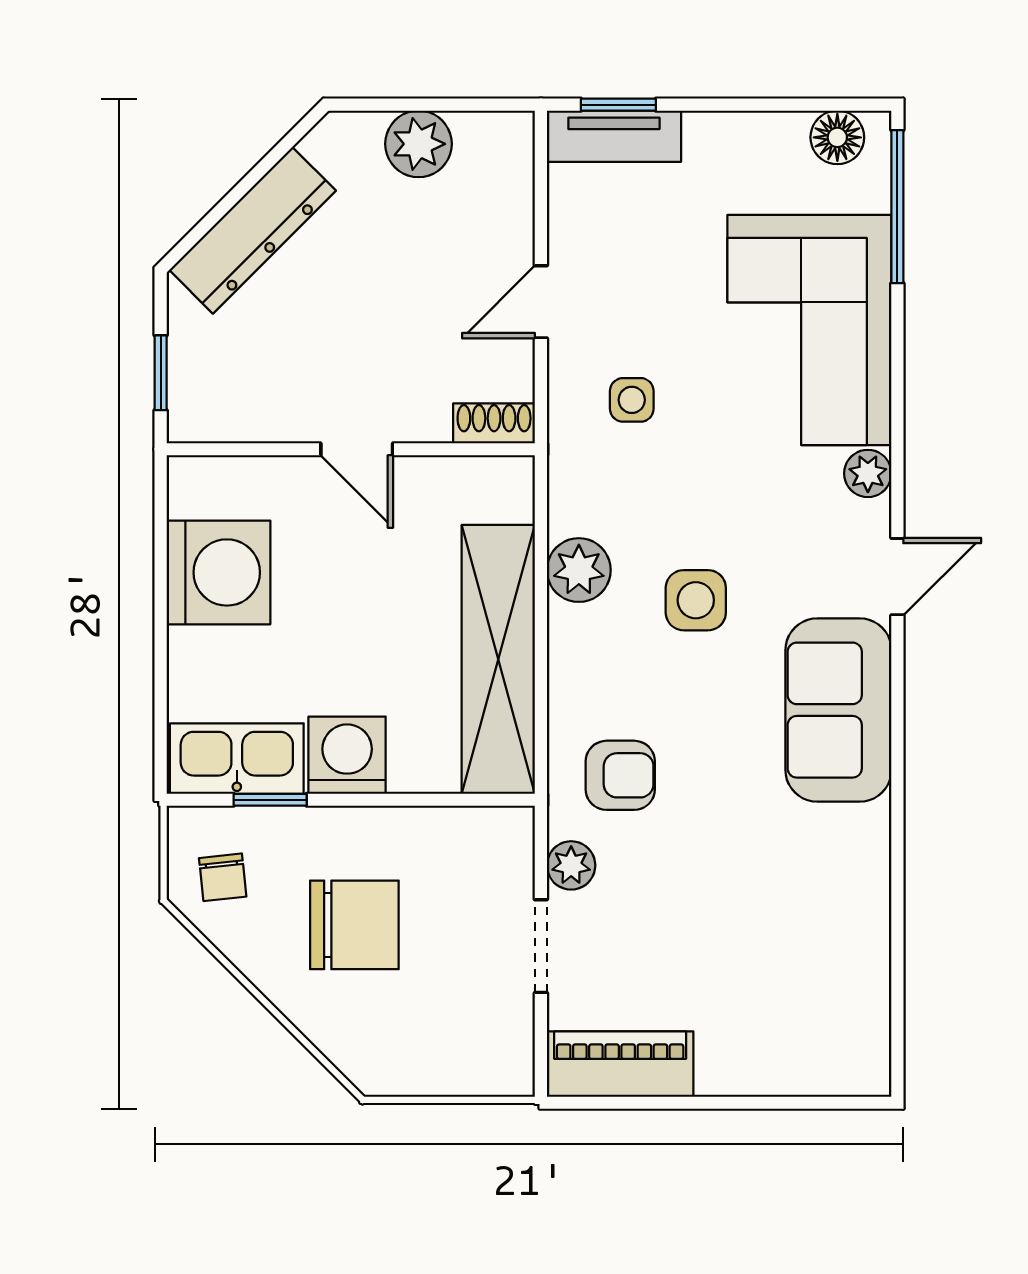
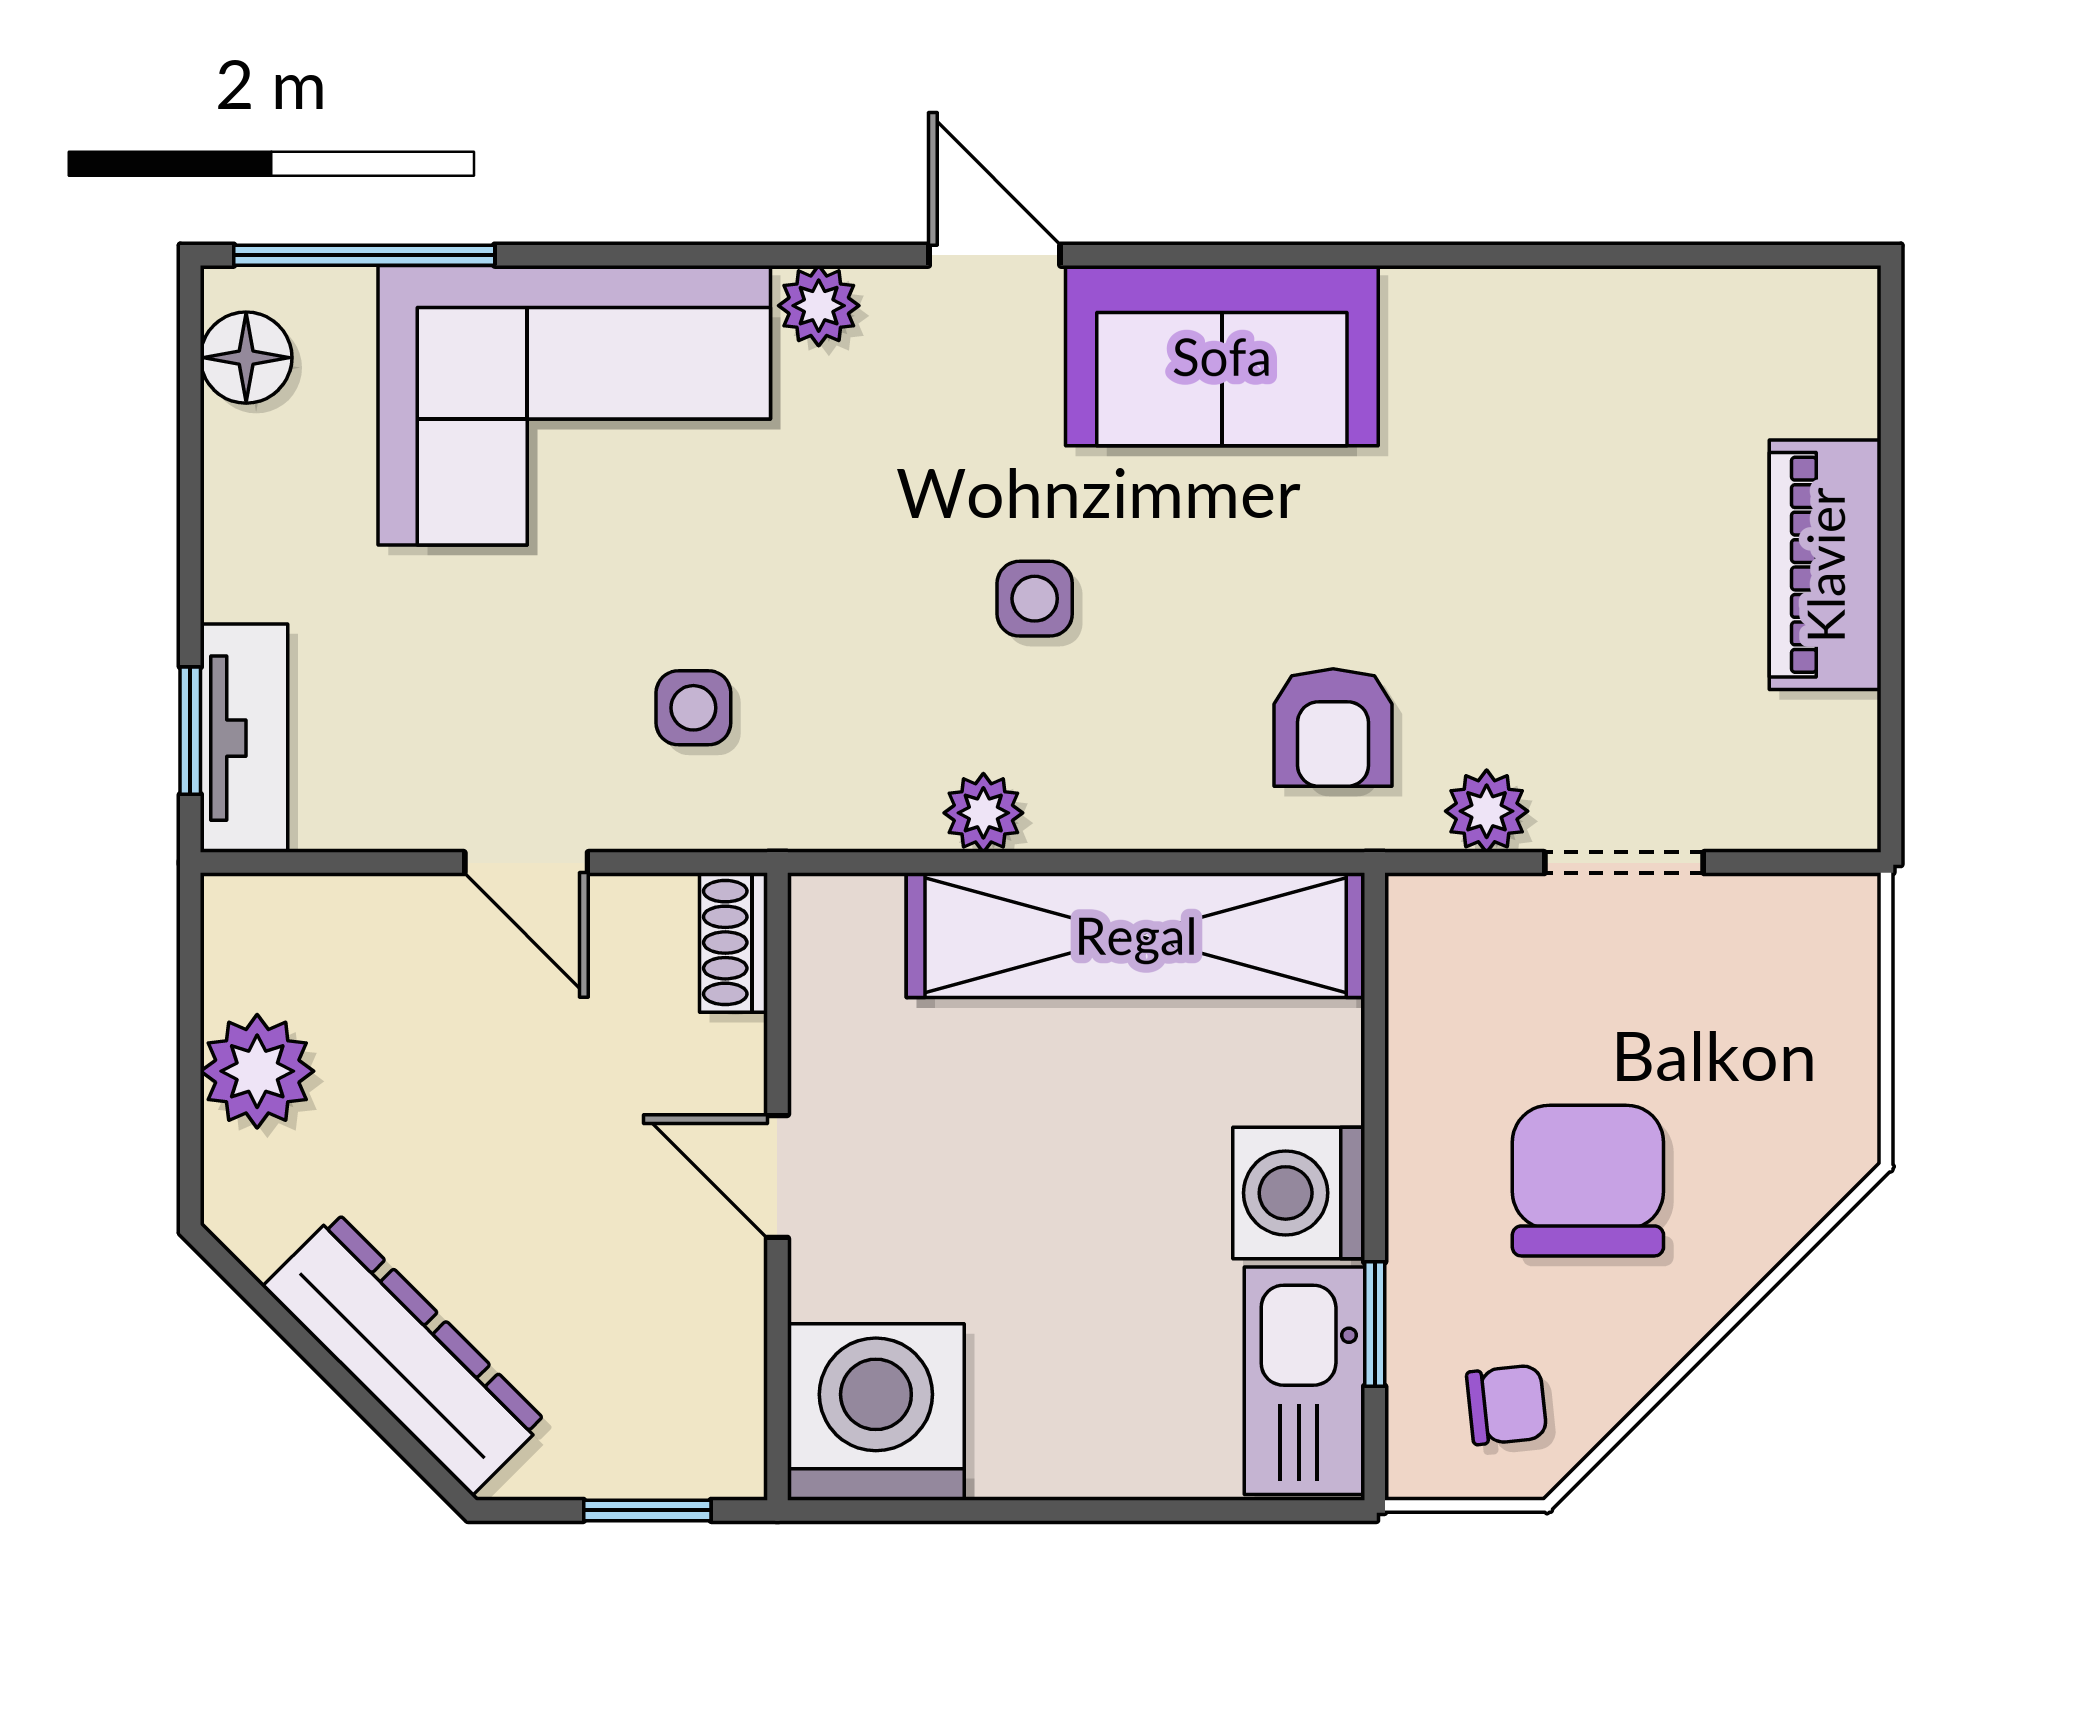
door: (357, 449) -> (777, 1176), swing flipped
plant: (579, 570) -> (983, 813), width x0.73, depth x0.73
washing machine: (218, 572) -> (876, 1412), moved
side table: (696, 600) -> (1035, 599), width x0.73, depth x0.73
armchair: (620, 775) -> (1333, 727), turned 180
piano: (620, 1064) -> (1825, 565), moved

